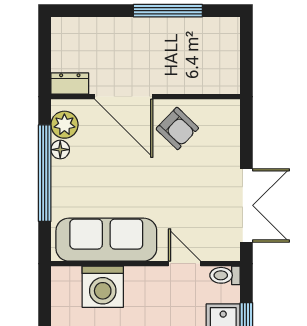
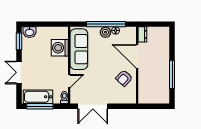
door: (124, 97) -> (137, 56), hinge flipped
plant: (64, 125) -> (105, 32), moved

